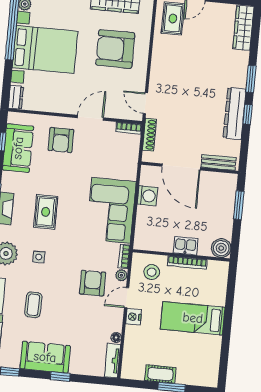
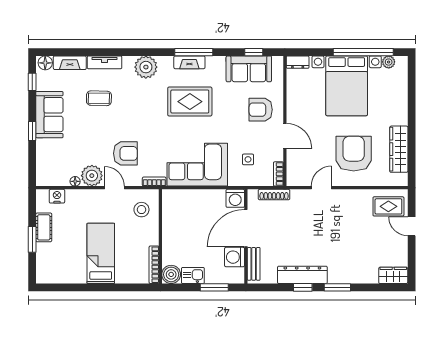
wardrobe: (243, 28) -> (393, 275), width x0.67
door: (145, 103) -> (321, 188), moved
washing machine: (210, 181) -> (235, 257), added
washing machine: (147, 196) -> (235, 198), moved
rug: (46, 212) -> (190, 102), width x1.36, depth x1.43
kitchen sink: (186, 246) -> (193, 275), moved, turned -90
side table: (39, 257) -> (248, 159), moved
bookcase: (187, 263) -> (154, 265), moved
plant: (121, 275) -> (92, 176), moved, width x1.88, depth x1.88
nightstand: (134, 317) -> (57, 196), moved
tv unit: (113, 361) -> (52, 180), removed

